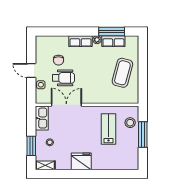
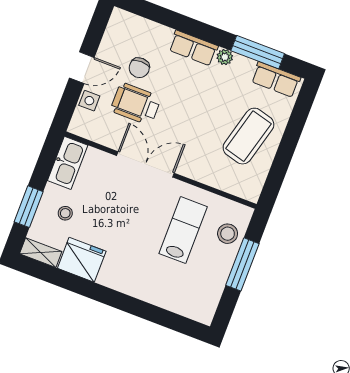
row of seats: (113, 41) -> (276, 80), moved
door: (31, 71) -> (82, 68), swing flipped
wheelchair: (63, 78) -> (136, 104), turned 180
double door: (66, 105) -> (145, 164), moved
fridge: (81, 161) -> (82, 260), moved

